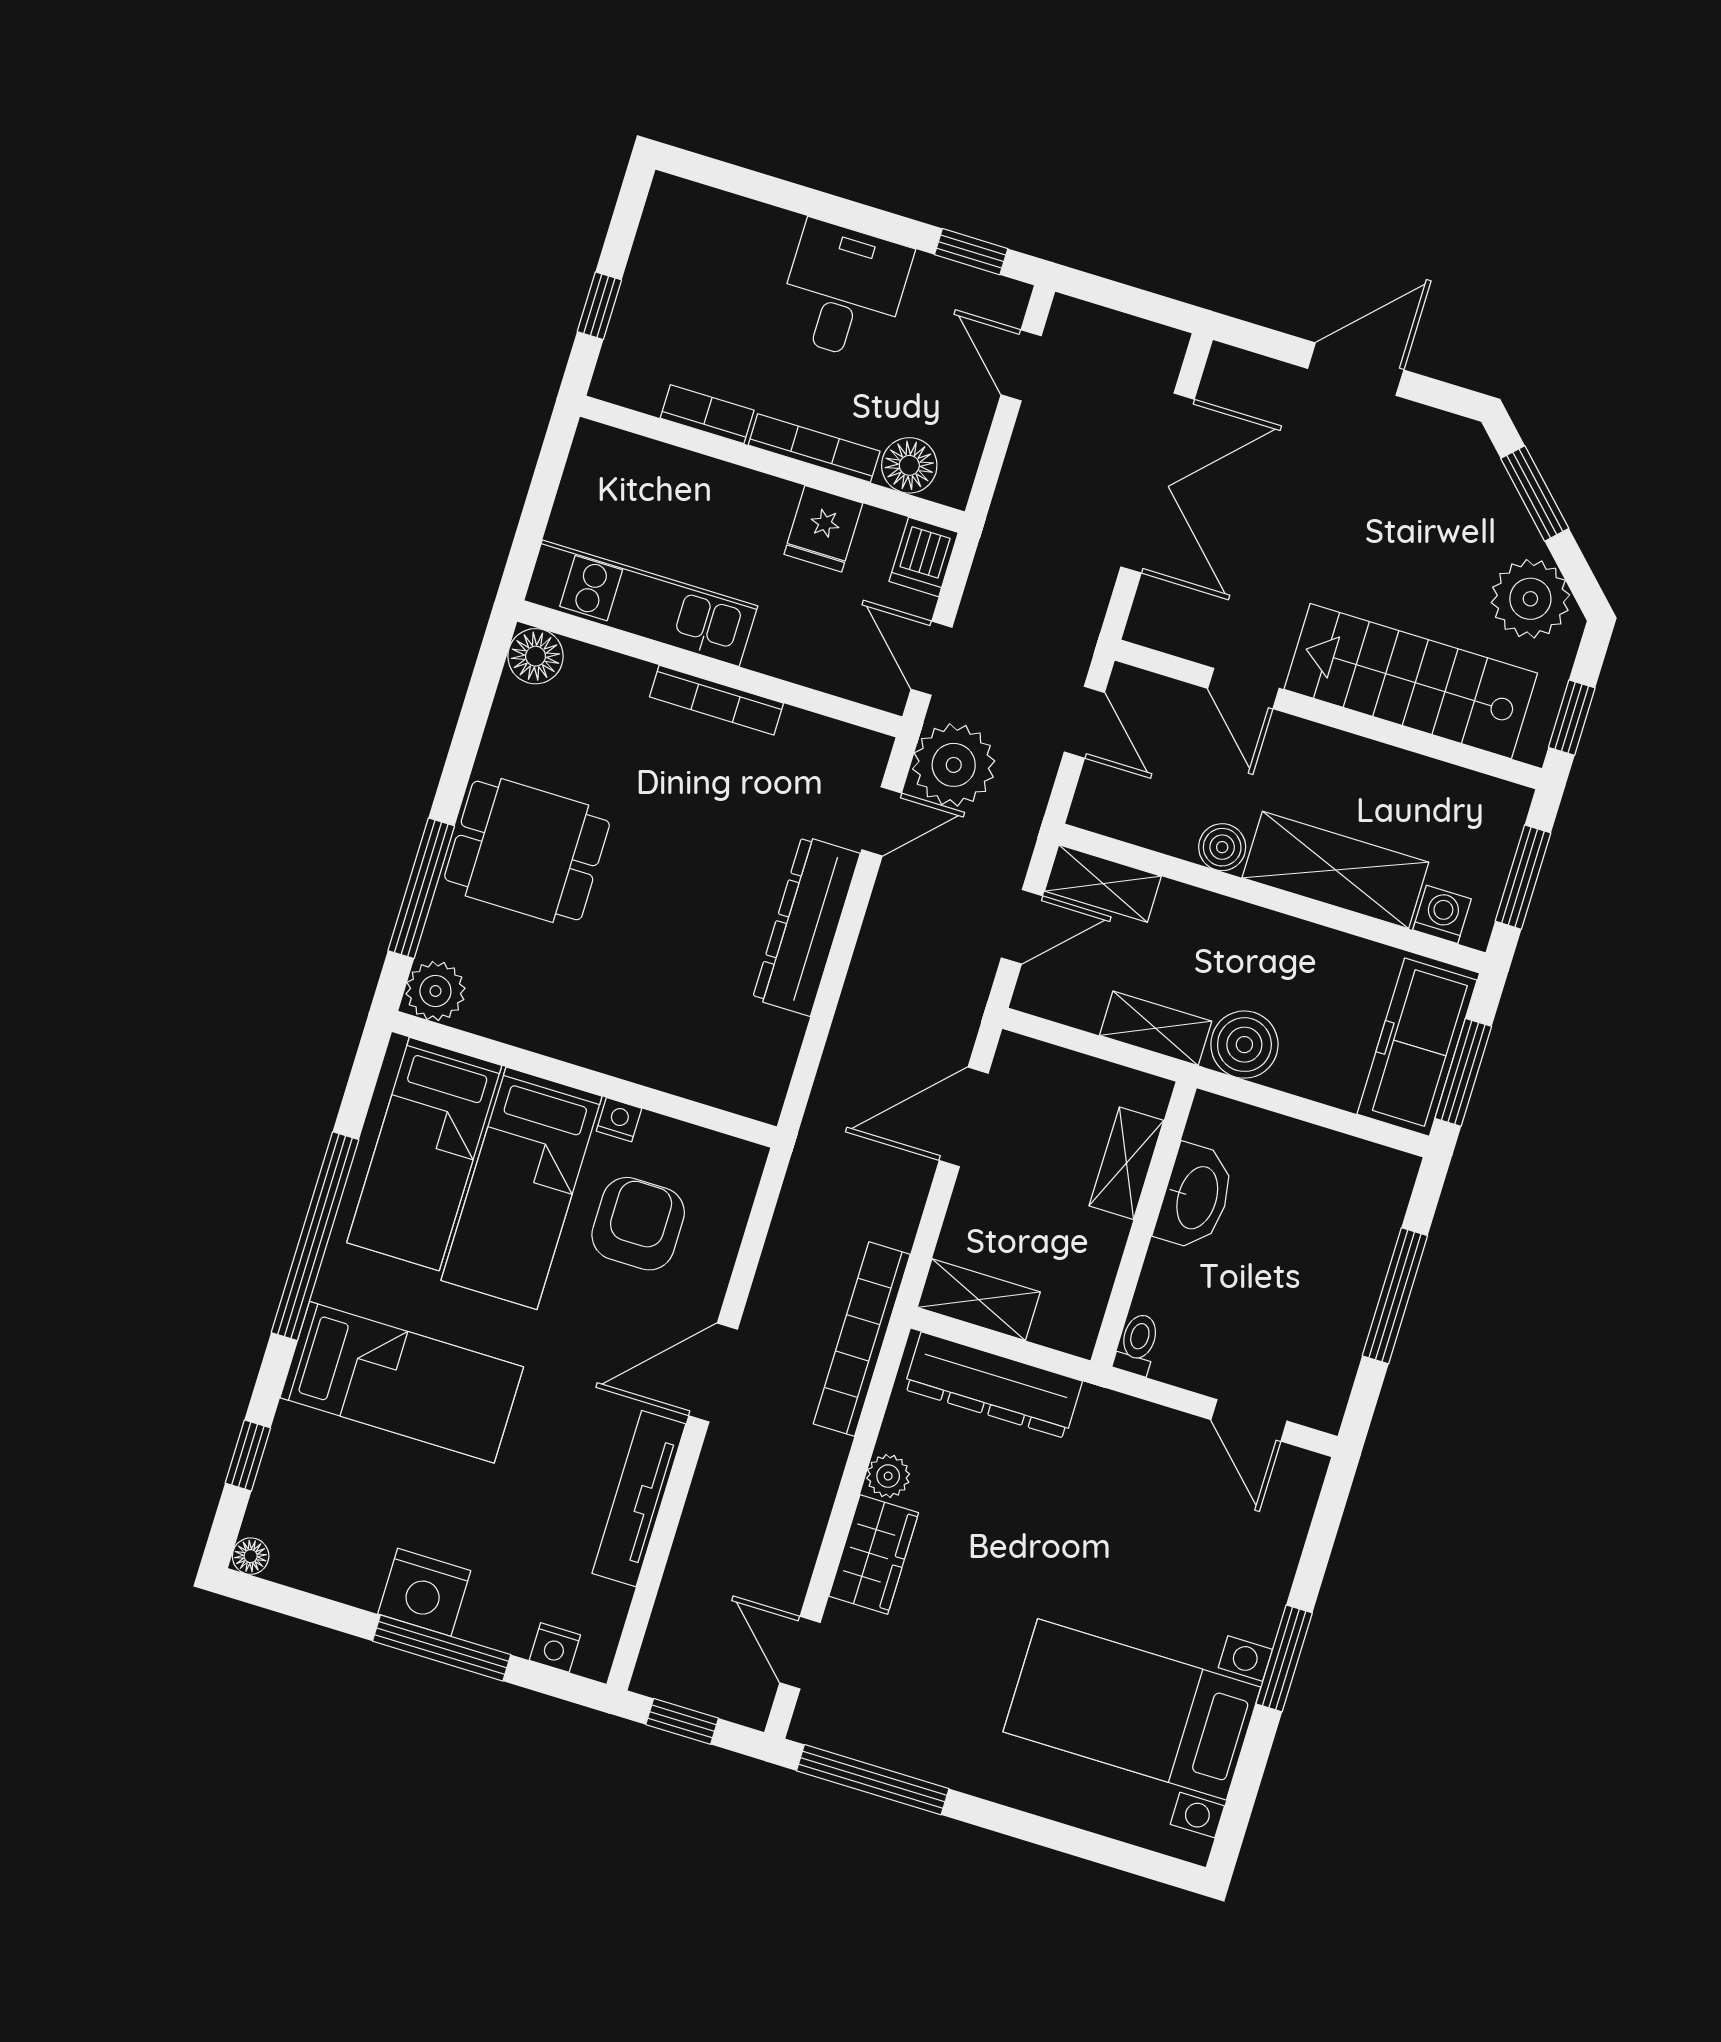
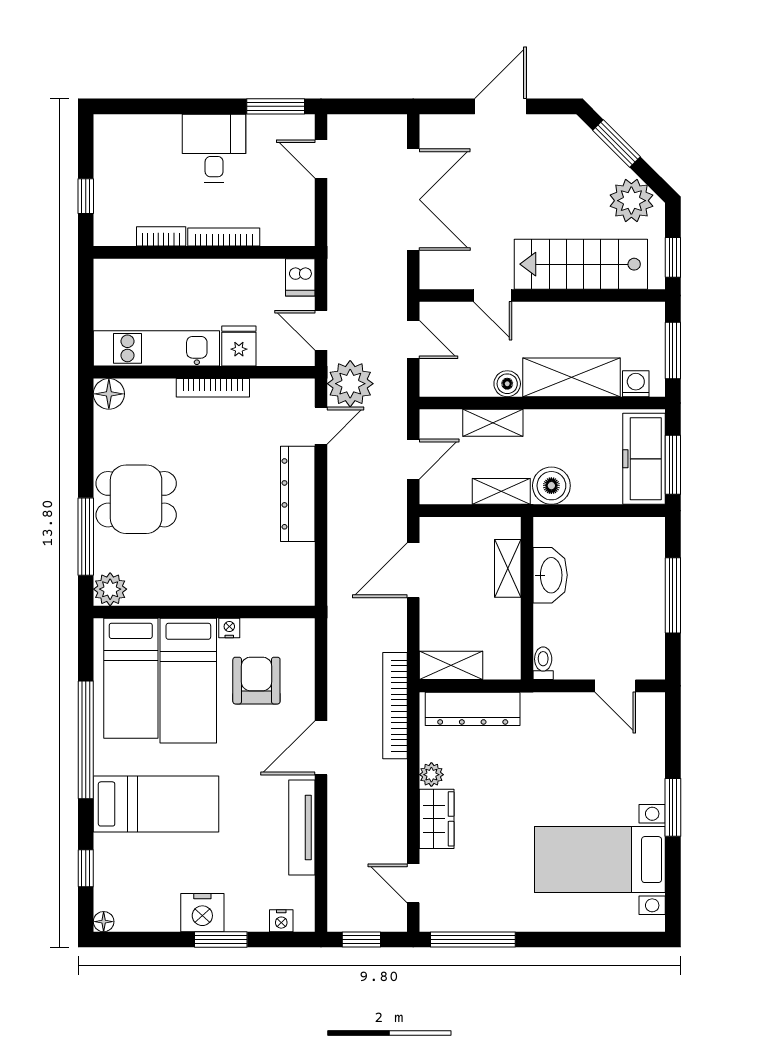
window: (971, 252) -> (276, 106), width x1.50
floor lamp: (909, 465) -> (278, 231), removed
fridge: (823, 529) -> (239, 346), moved, turned 180
shelving: (1103, 884) -> (493, 423), moved
window: (442, 1648) -> (221, 939), width x0.69

